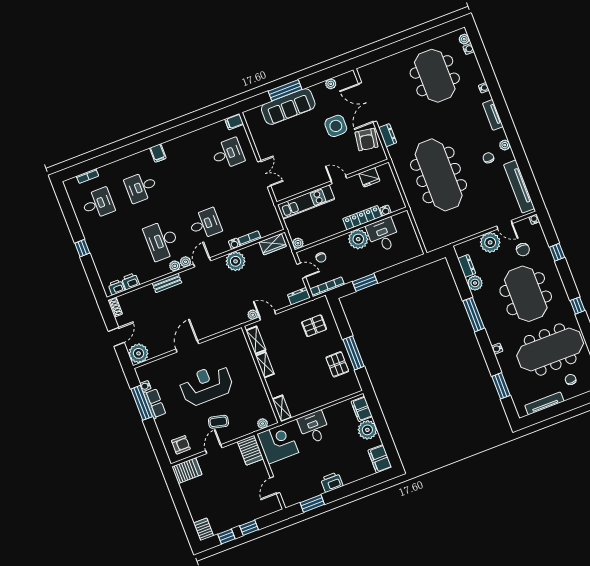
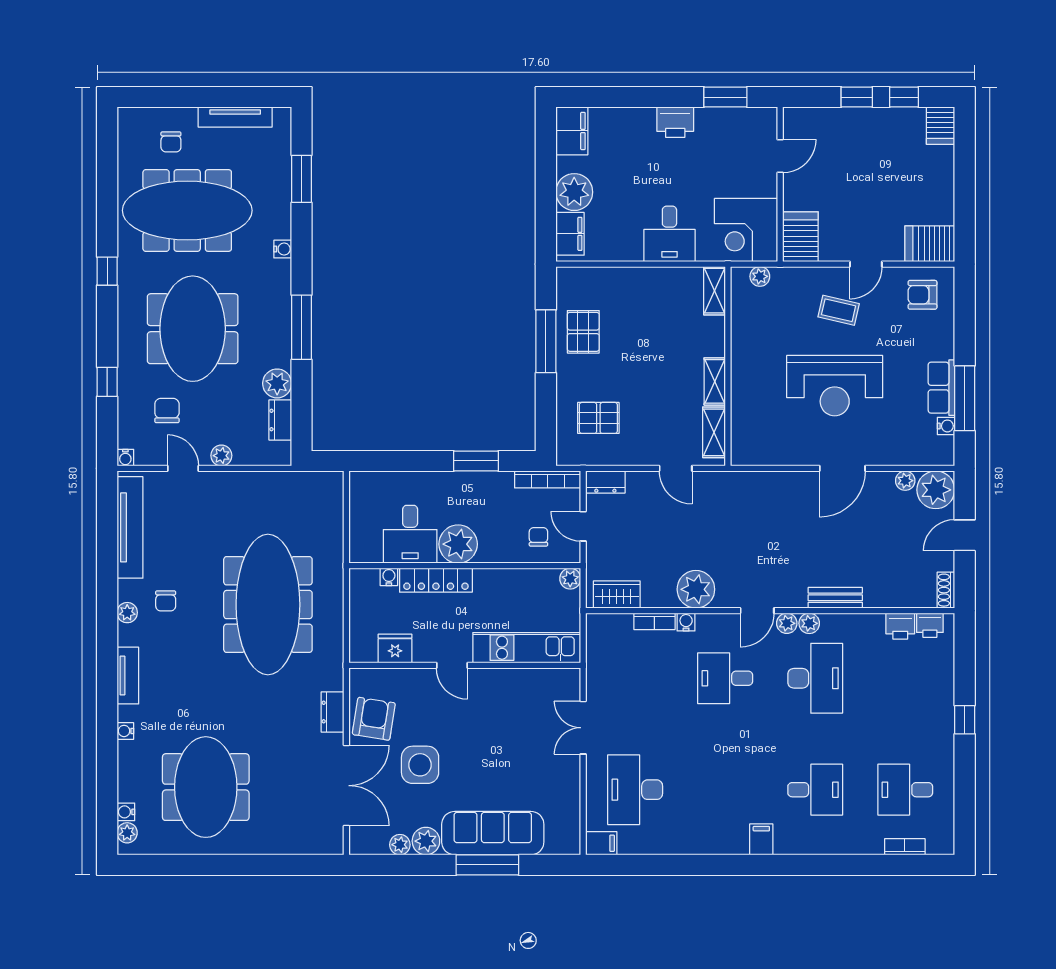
plant: (319, 90) -> (426, 841), added
desk: (228, 154) -> (635, 790), width x1.37
plant: (490, 242) -> (221, 456), width x0.53, depth x0.53
plant: (253, 315) -> (905, 481), moved

